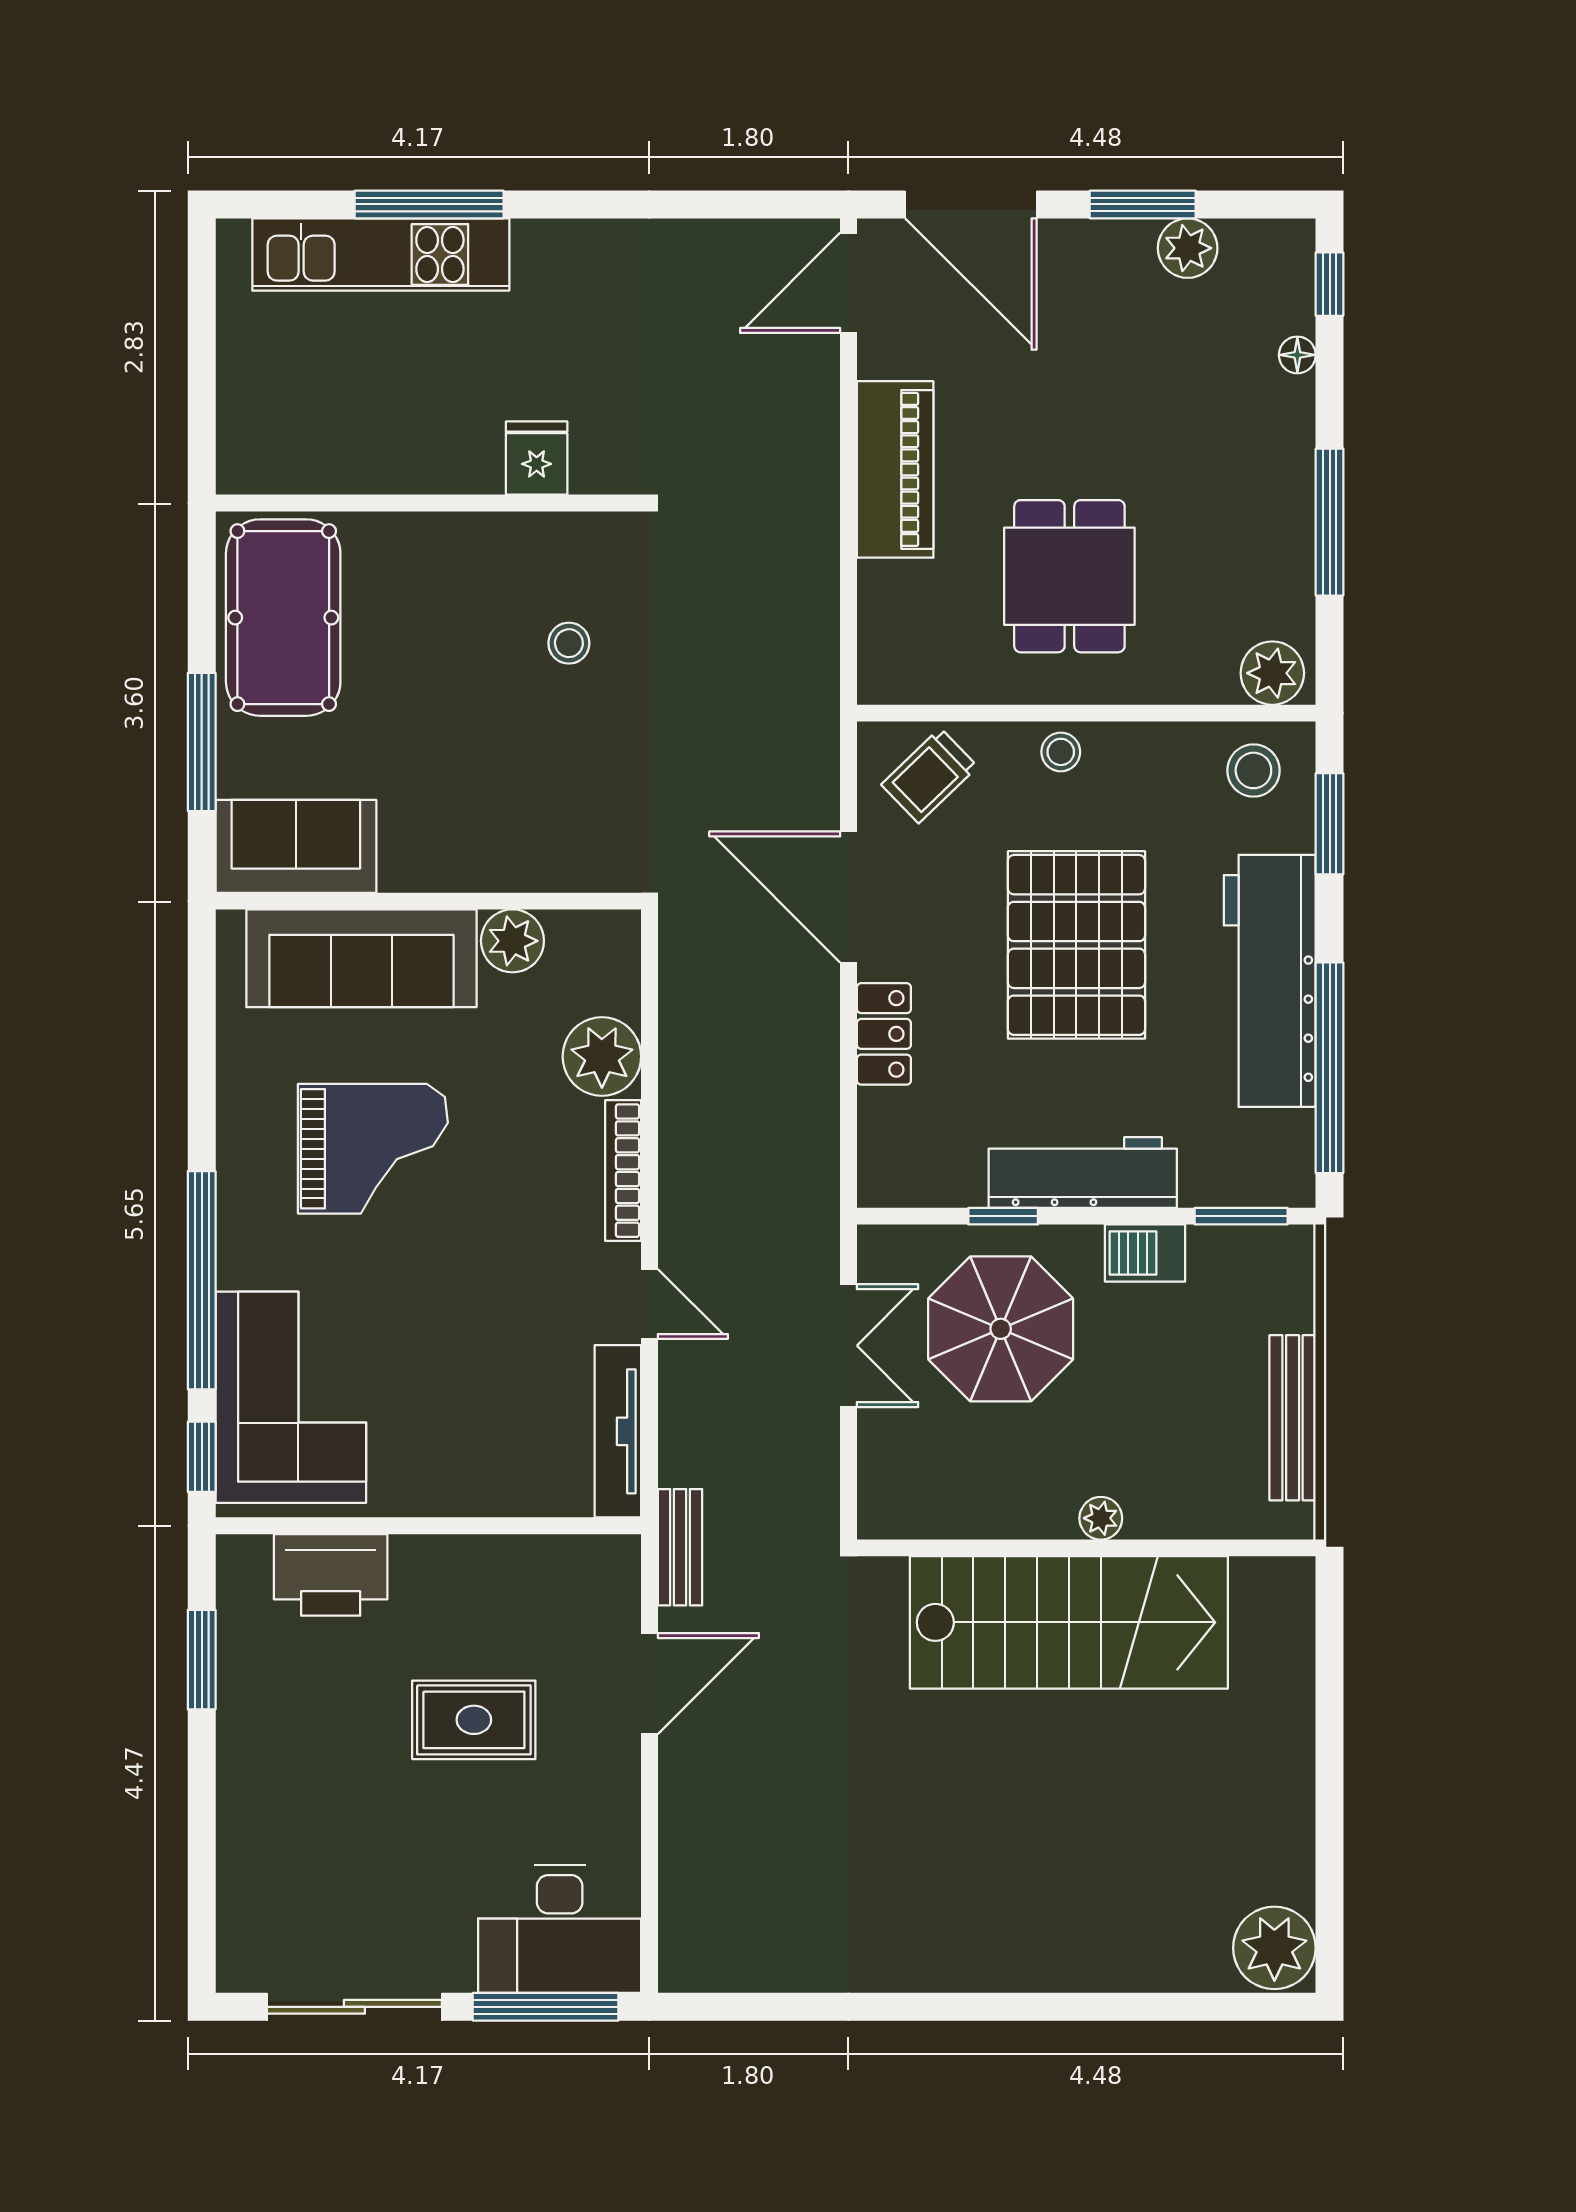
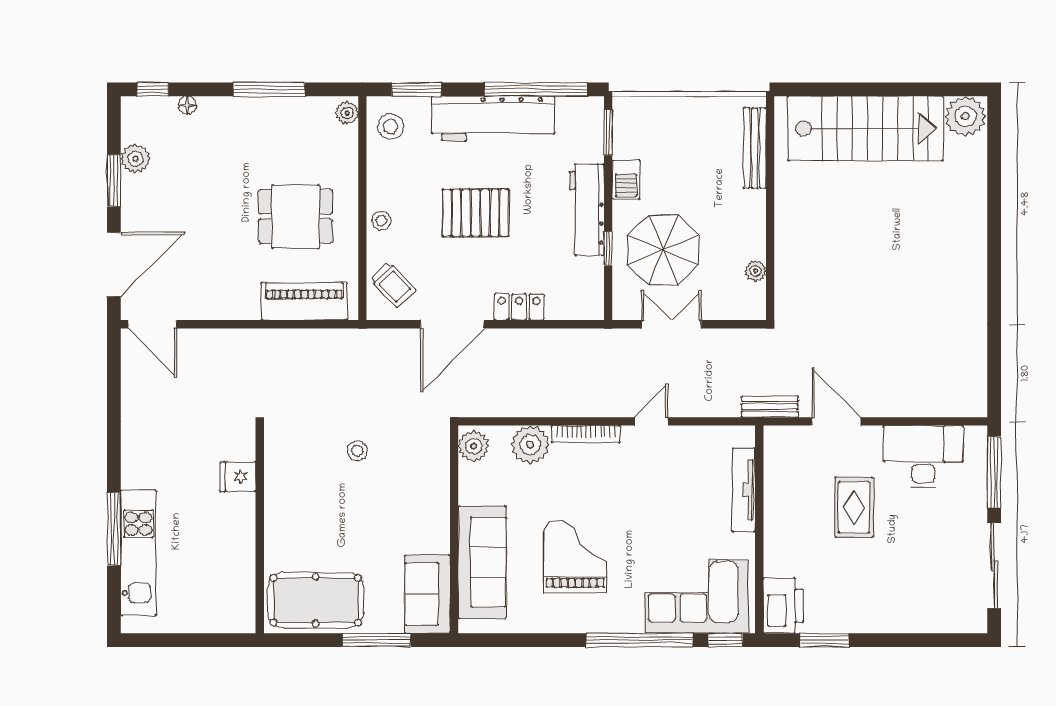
piano: (895, 469) -> (304, 301), moved
stool: (569, 643) -> (357, 451), moved
plant: (1272, 673) -> (347, 113), width x0.73, depth x0.73
plant: (512, 941) -> (474, 446), moved
pallet: (1076, 945) -> (476, 213), width x0.73, depth x0.71
bench: (1293, 1418) -> (755, 148), moved, turned 90
tv unit: (618, 1431) -> (744, 490), moved, turned 90
plant: (1101, 1518) -> (756, 271), moved
printer: (331, 1575) -> (783, 606), moved
stairs: (1069, 1622) -> (865, 128), moved, turned 90
desk: (560, 1929) -> (923, 457), moved, turned -90

